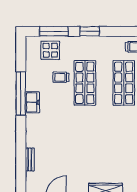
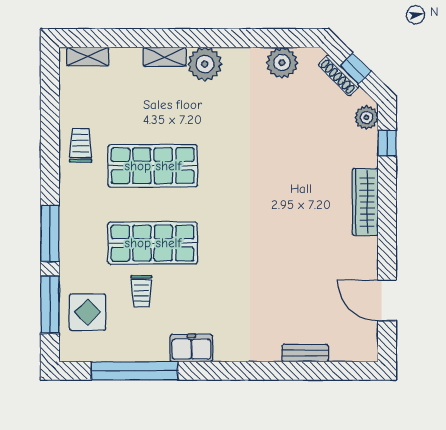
window: (90, 31) -> (50, 234), width x1.44
window: (21, 93) -> (135, 371), moved

